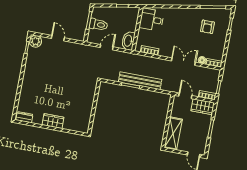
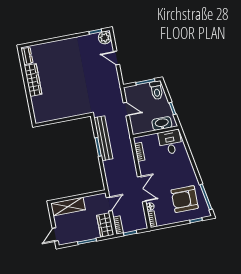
toilet: (99, 25) -> (157, 90), moved
armchair: (207, 27) -> (185, 199), width x1.88, depth x1.88
door: (58, 38) -> (116, 58), swing flipped
washbasin: (128, 41) -> (162, 123), moved
bench: (140, 81) -> (103, 138), moved
wardrobe: (53, 121) -> (33, 80), width x1.50

